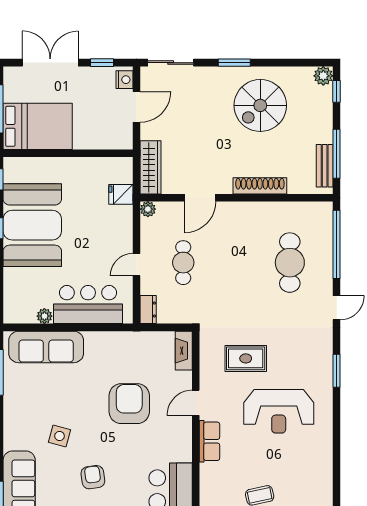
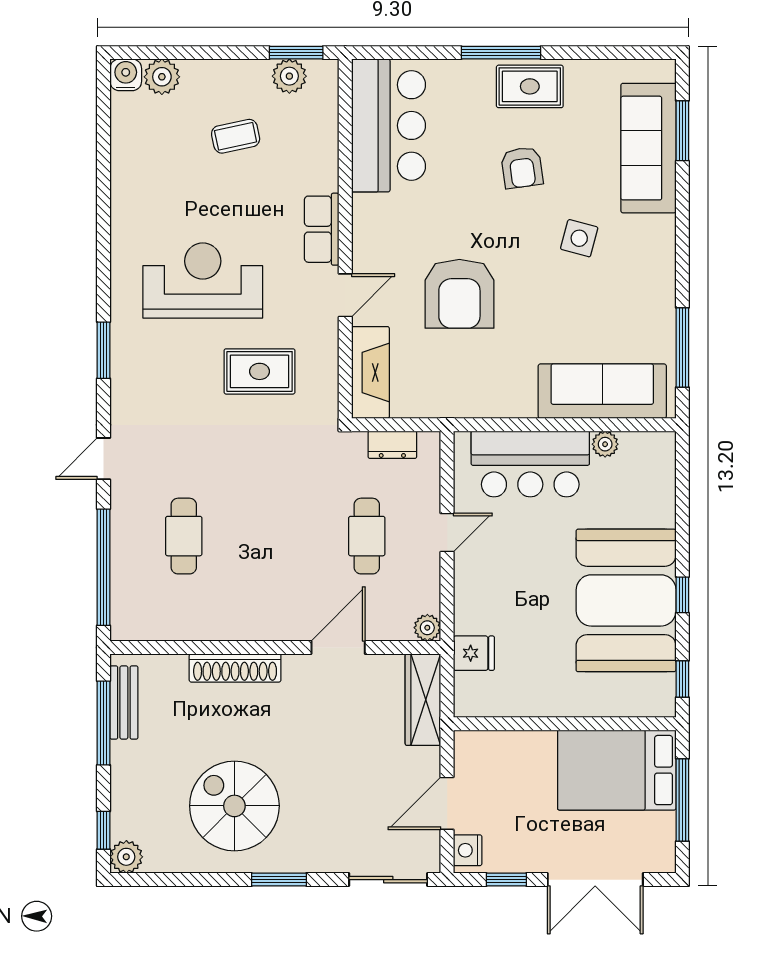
spiral stairs: (260, 105) -> (234, 806), turned -90
cafe table: (290, 263) -> (184, 536), width x0.73, depth x0.74
dresser: (148, 310) -> (392, 445), moved, turned -90
fireplace: (184, 351) -> (370, 373), width x1.37, depth x1.32

